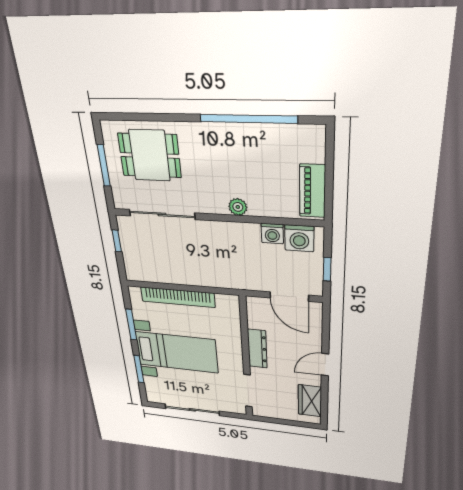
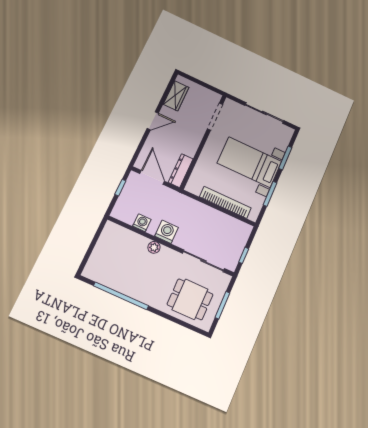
piano: (312, 191) -> (106, 240), removed
washing machine: (299, 238) -> (167, 232), moved
dresser: (257, 349) -> (181, 171), moved

